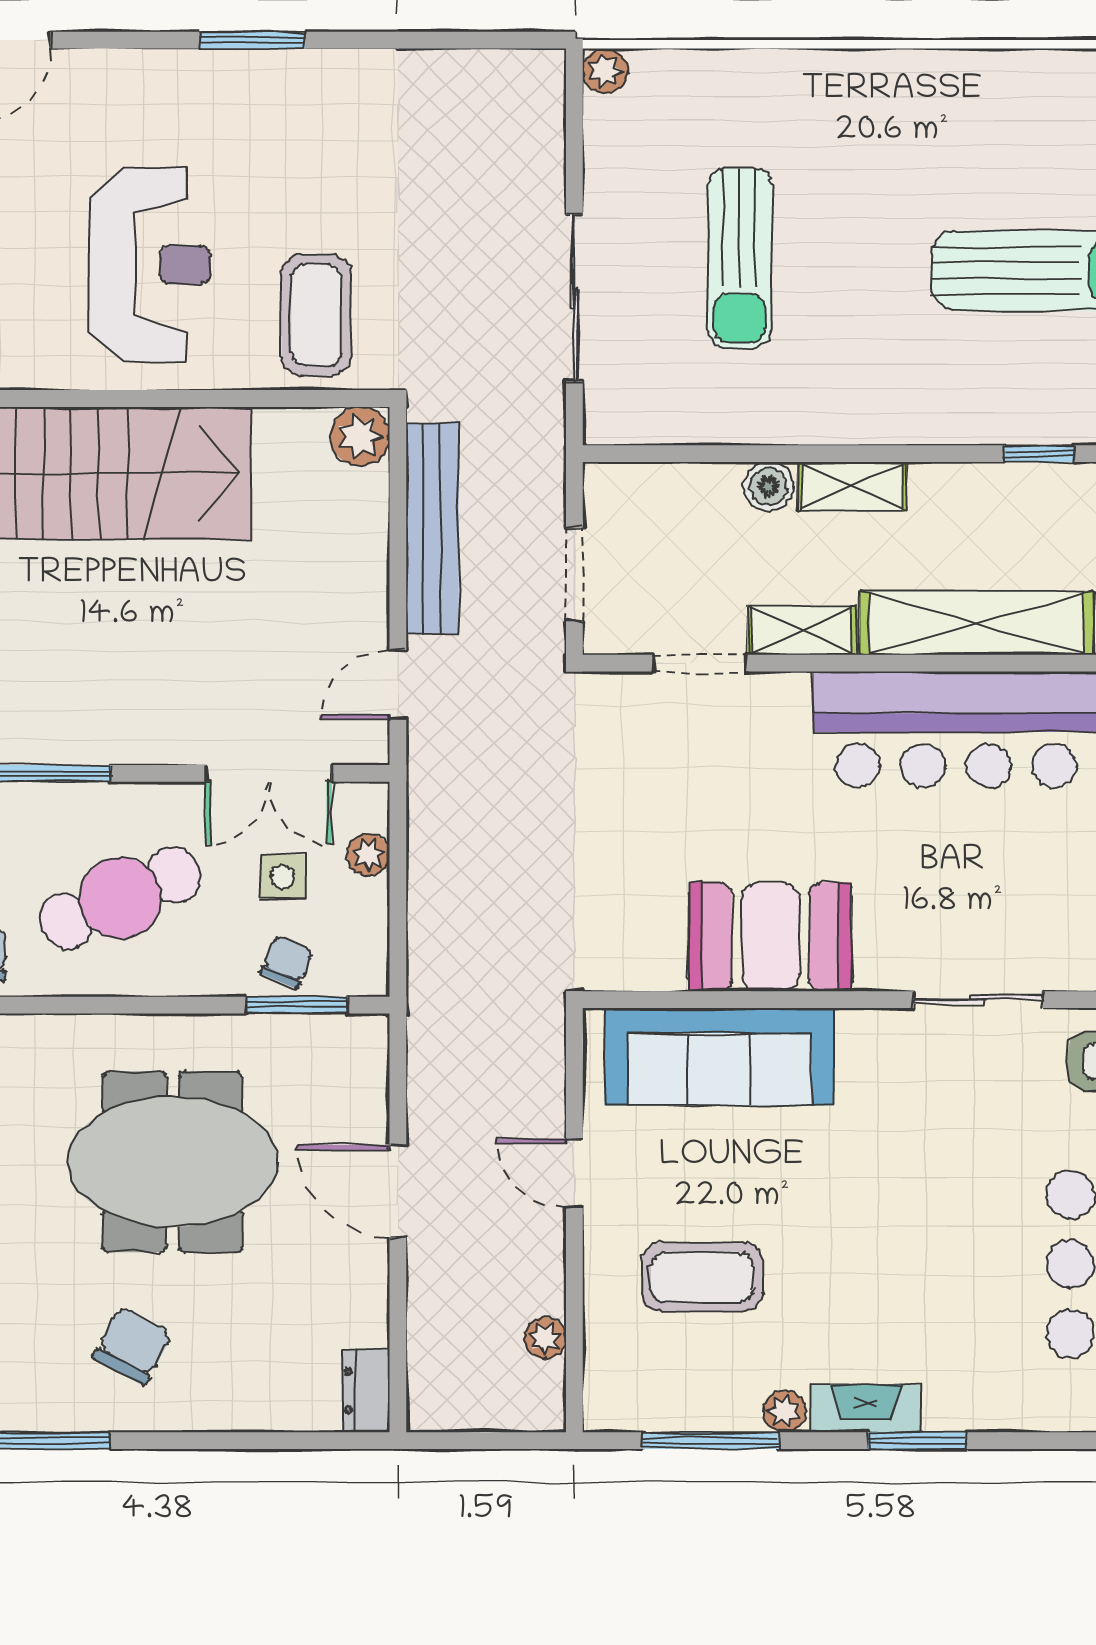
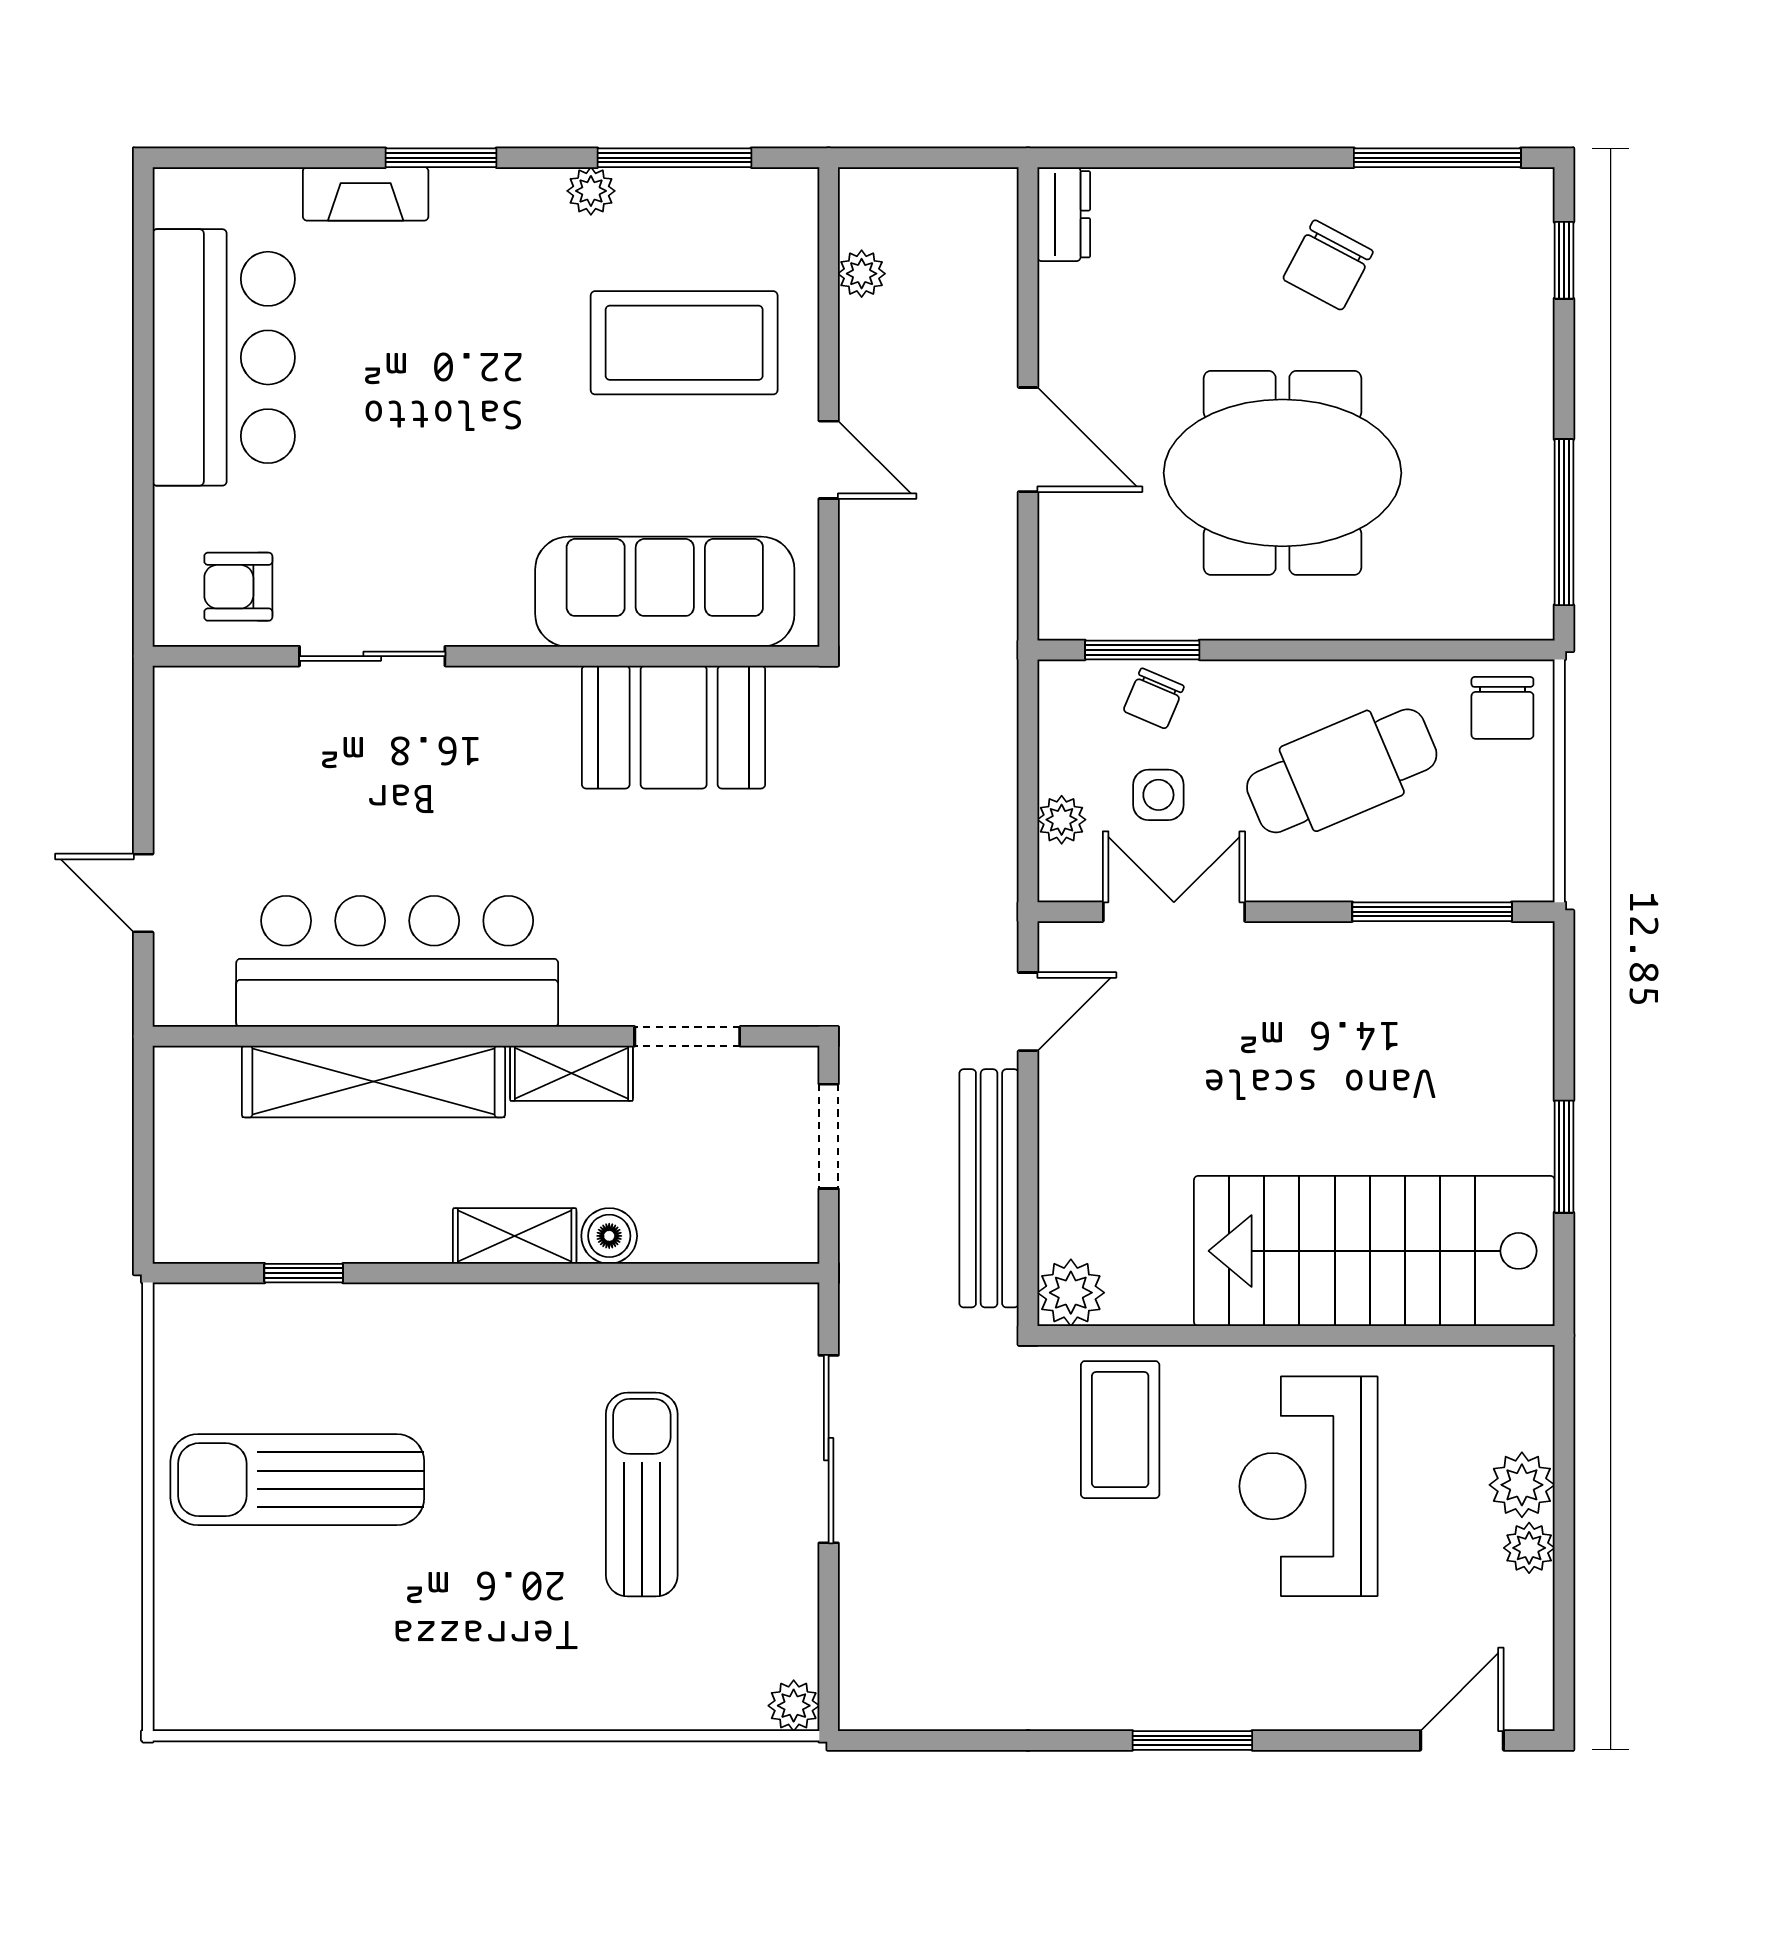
booth: (771, 937) -> (674, 727), moved
coffee table: (702, 1277) -> (684, 343), width x1.36, depth x1.32
fireplace: (866, 1409) -> (366, 194), moved

